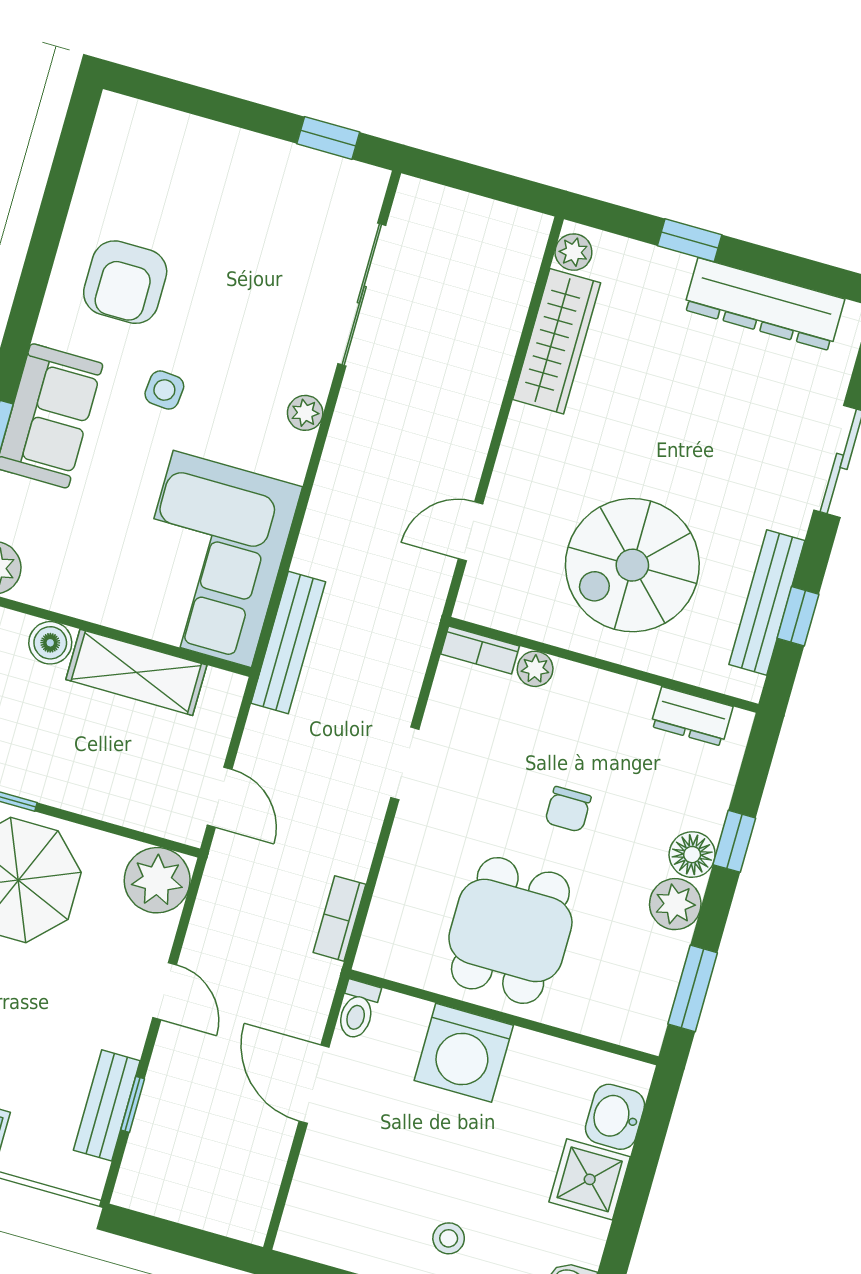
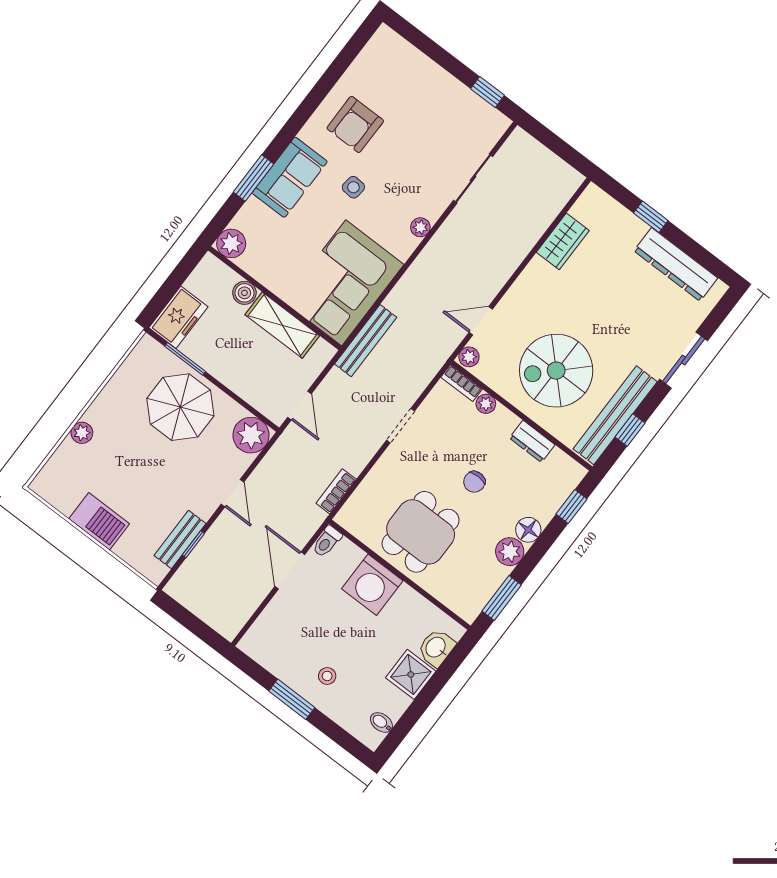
plant: (573, 252) -> (469, 357), moved
sliding door: (362, 295) -> (473, 178), width x0.73
wardrobe: (557, 341) -> (563, 241), width x0.67
bench: (767, 603) -> (615, 415), width x1.37, depth x1.21
dresser: (692, 716) -> (532, 441), moved
window: (734, 841) -> (572, 507), moved

